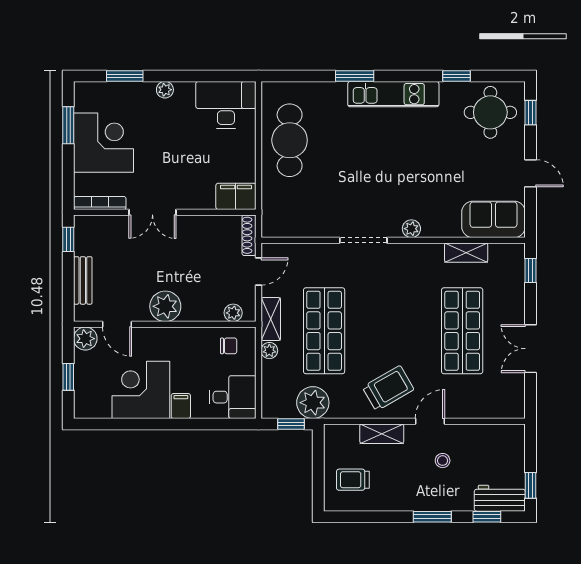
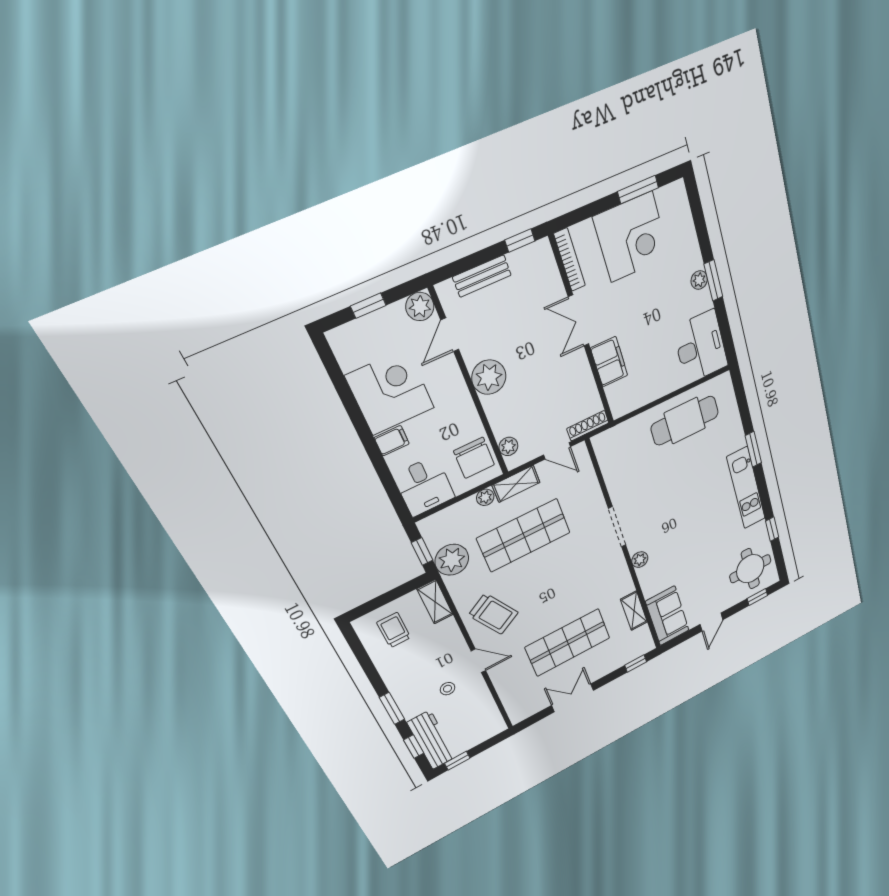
window: (125, 76) -> (713, 280), moved
filing cabinet: (236, 196) -> (609, 362), moved
chair: (229, 346) -> (474, 458), width x1.87, depth x1.87
shelving: (382, 434) -> (435, 602), moved
workbench: (500, 498) -> (432, 740), width x1.38

